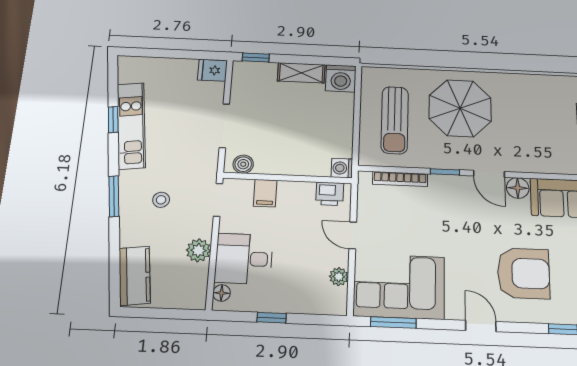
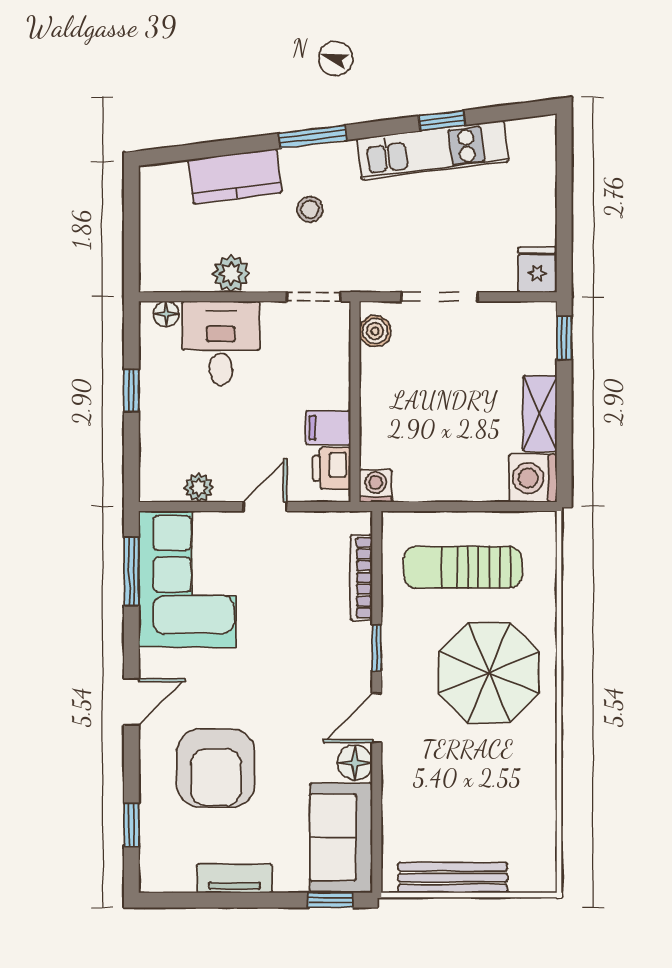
filing cabinet: (265, 193) -> (328, 428), moved
kitchen counter: (135, 276) -> (235, 176), moved

